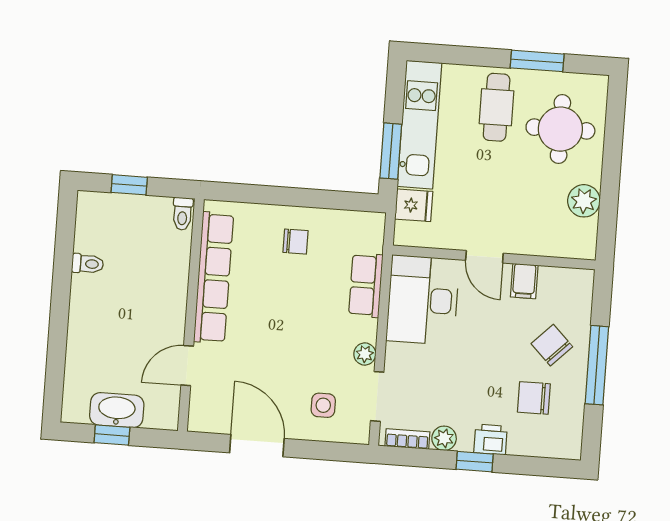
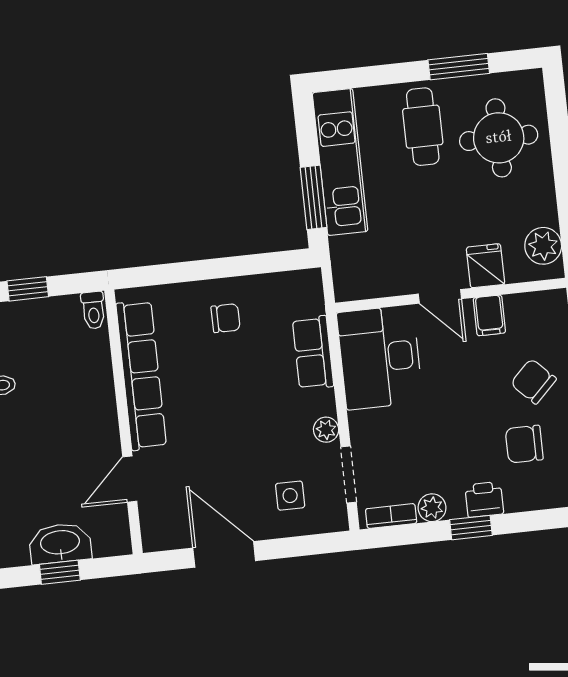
plant: (584, 201) -> (543, 246), moved
fridge: (414, 205) -> (485, 266), moved, turned -90

